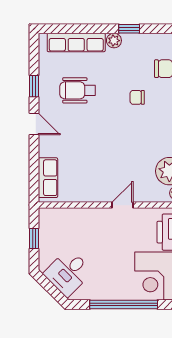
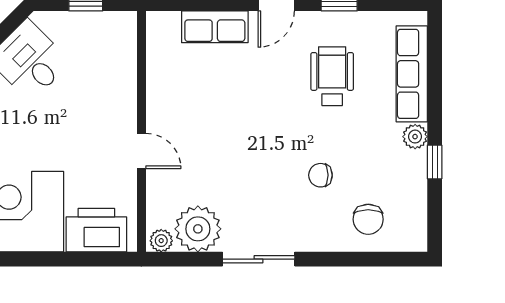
chair: (137, 97) -> (320, 175), turned -90
row of seats: (48, 178) -> (215, 27), moved

